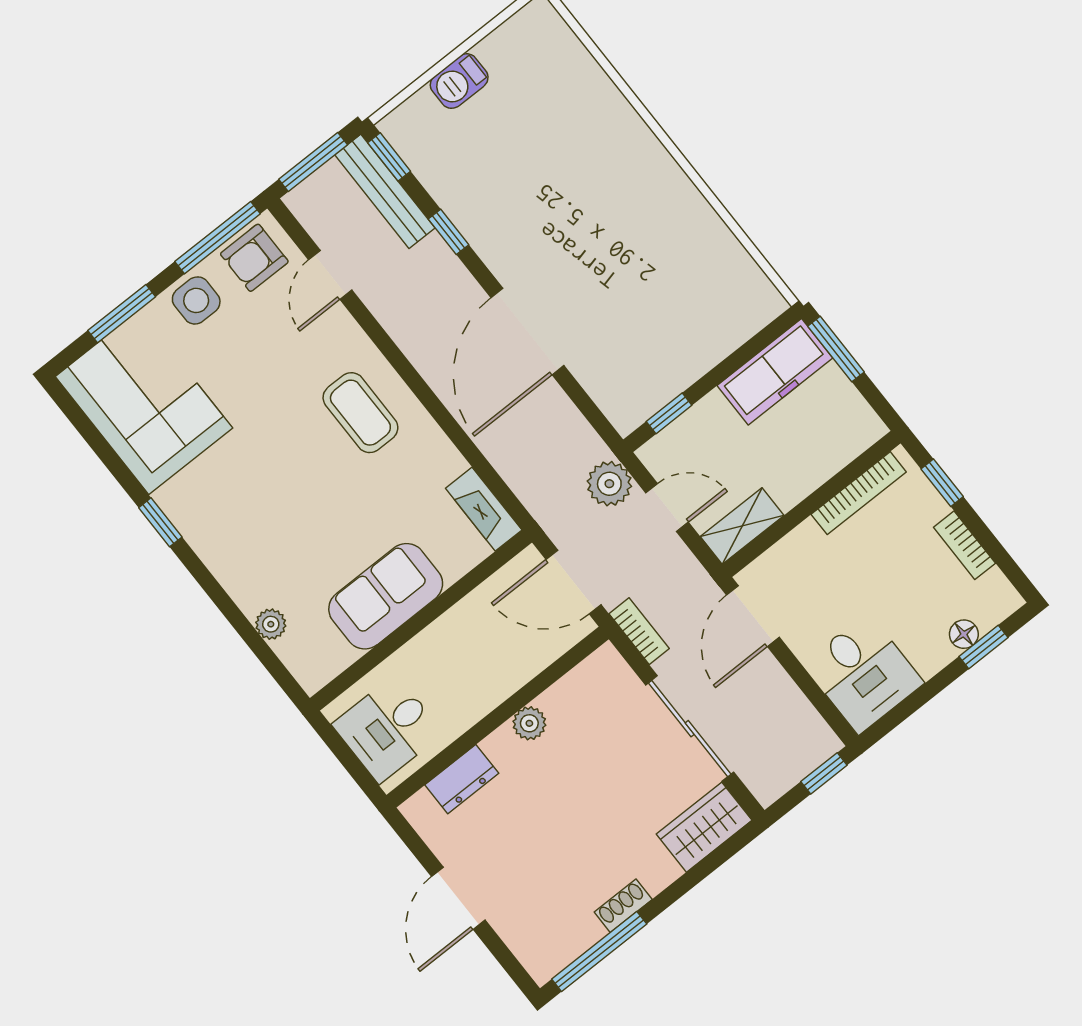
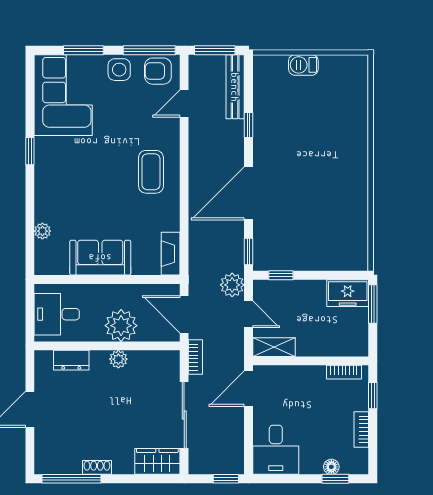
window: (389, 157) -> (248, 252), moved
freezer: (775, 372) -> (348, 293), width x0.71
bookcase: (859, 493) -> (344, 372), width x0.64
plant: (494, 671) -> (121, 326), added

